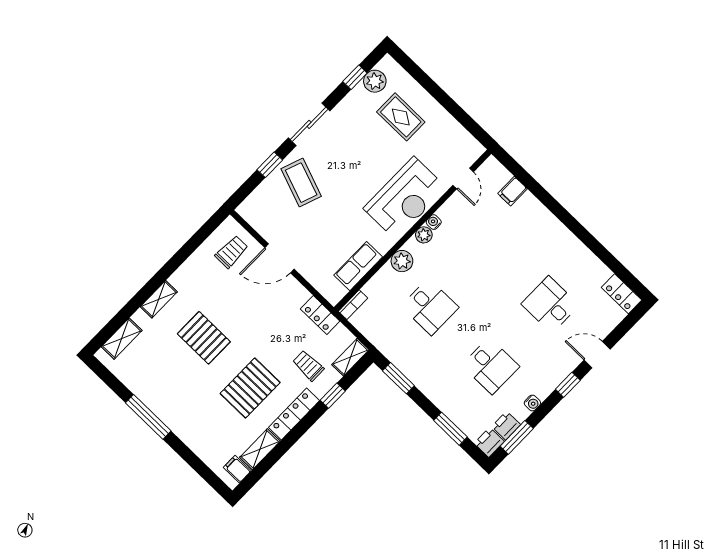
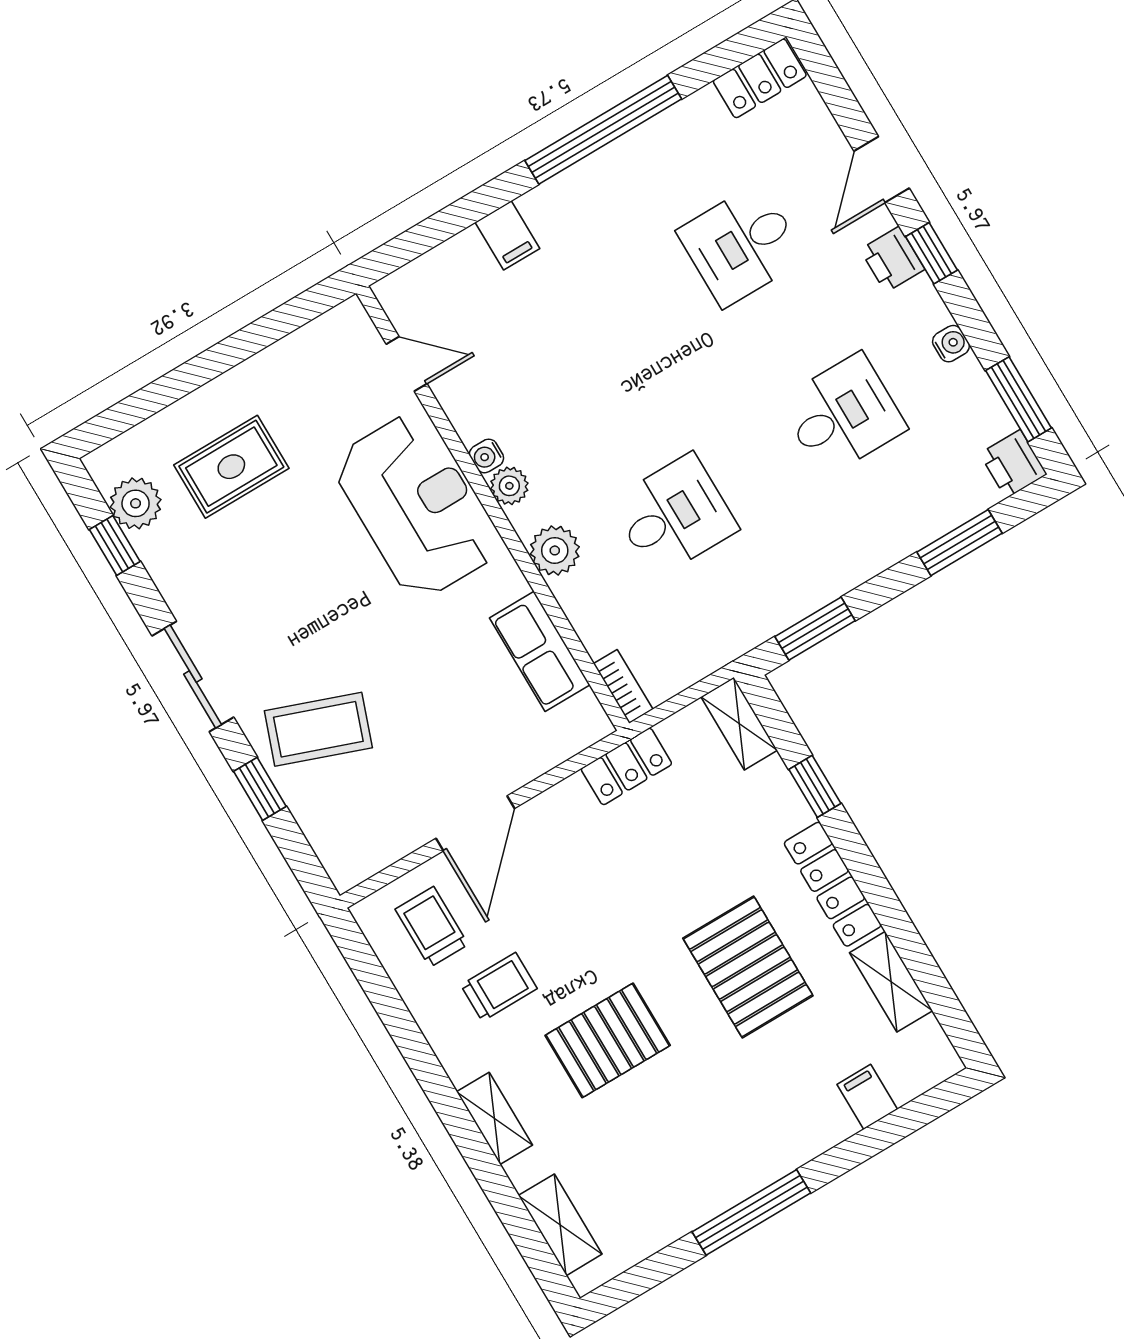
filing cabinet: (513, 191) -> (507, 235), moved
window: (583, 234) -> (603, 130), added
trolley: (308, 366) -> (499, 987), moved, turned 180
printer: (506, 426) -> (892, 259), moved
filing cabinet: (237, 469) -> (867, 1097), moved, turned 90

